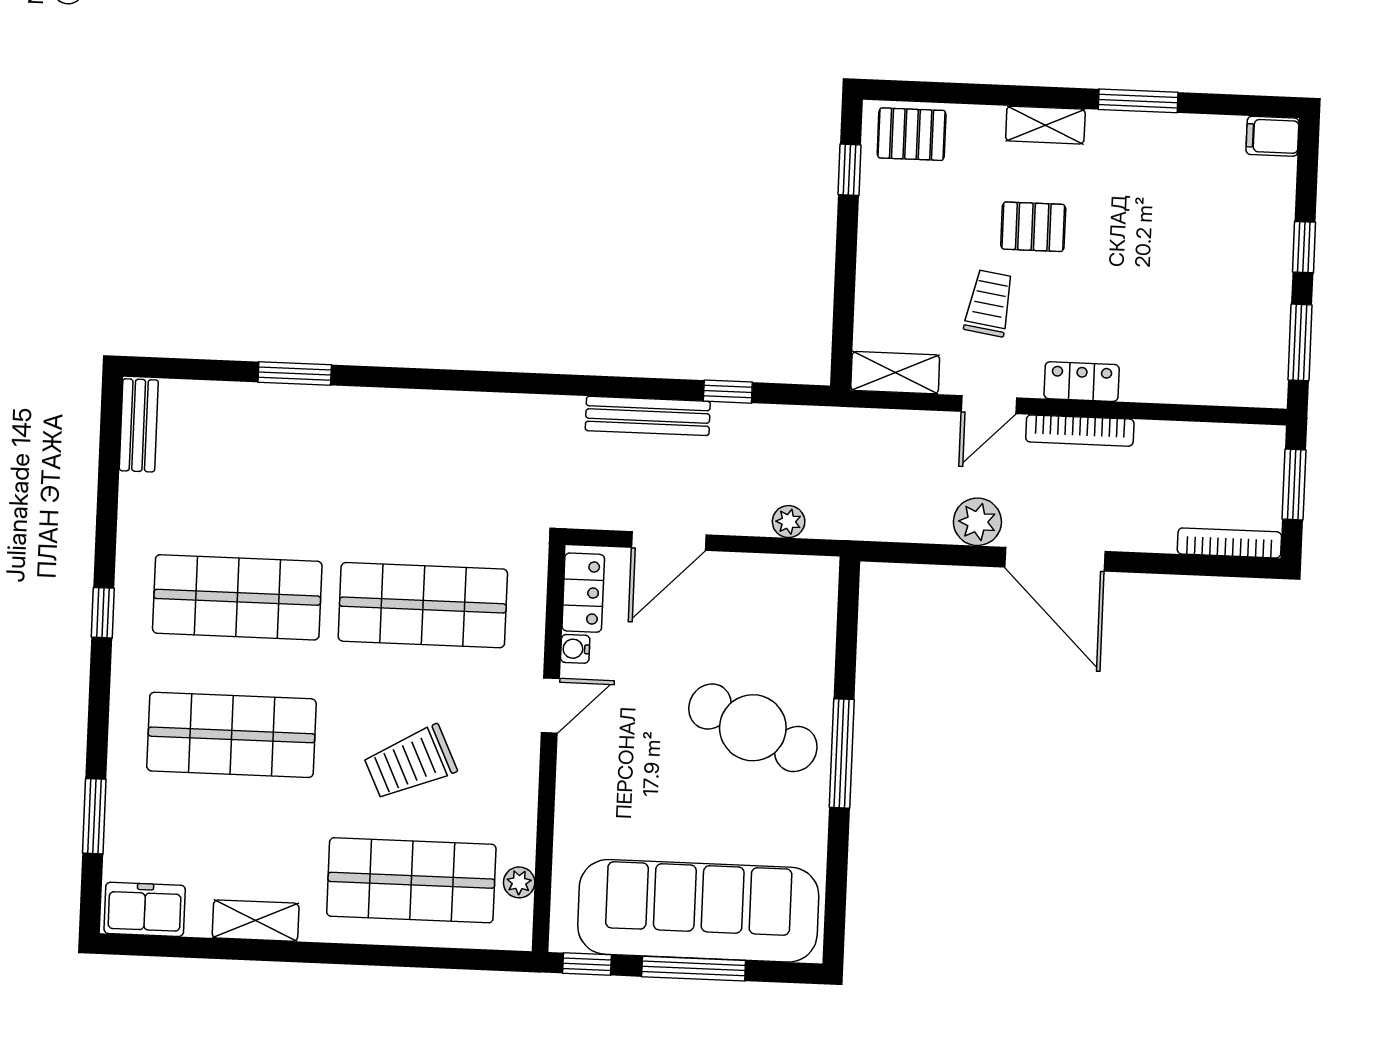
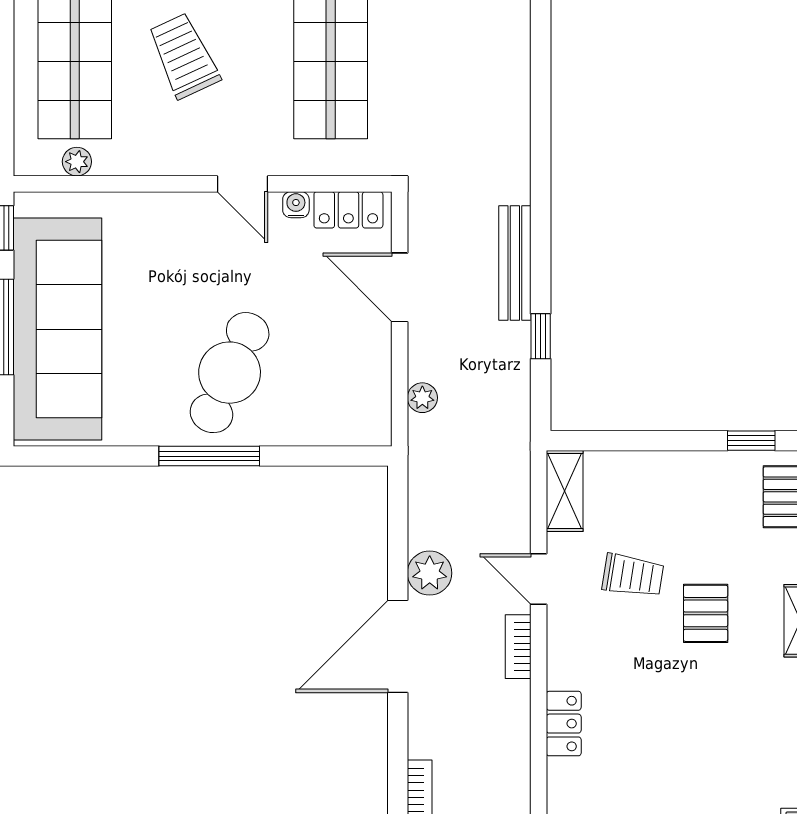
locker: (1082, 382) -> (564, 724), moved
bookcase: (1080, 431) -> (518, 647), width x0.64

